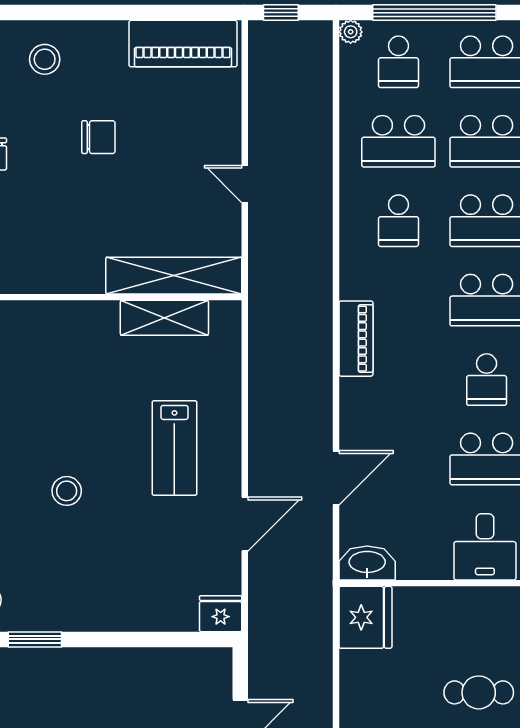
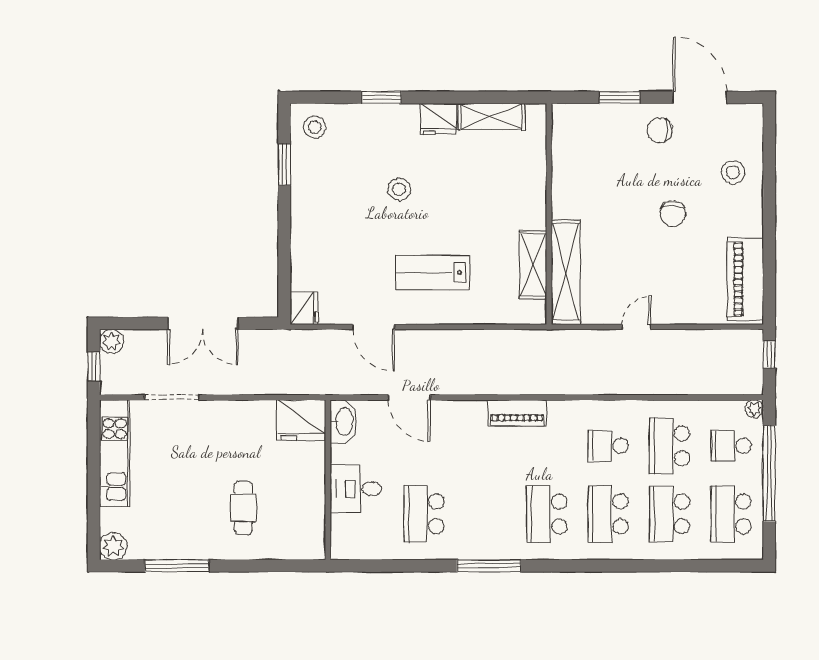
school desk: (487, 380) -> (485, 514), removed
desk: (485, 547) -> (356, 489), moved

